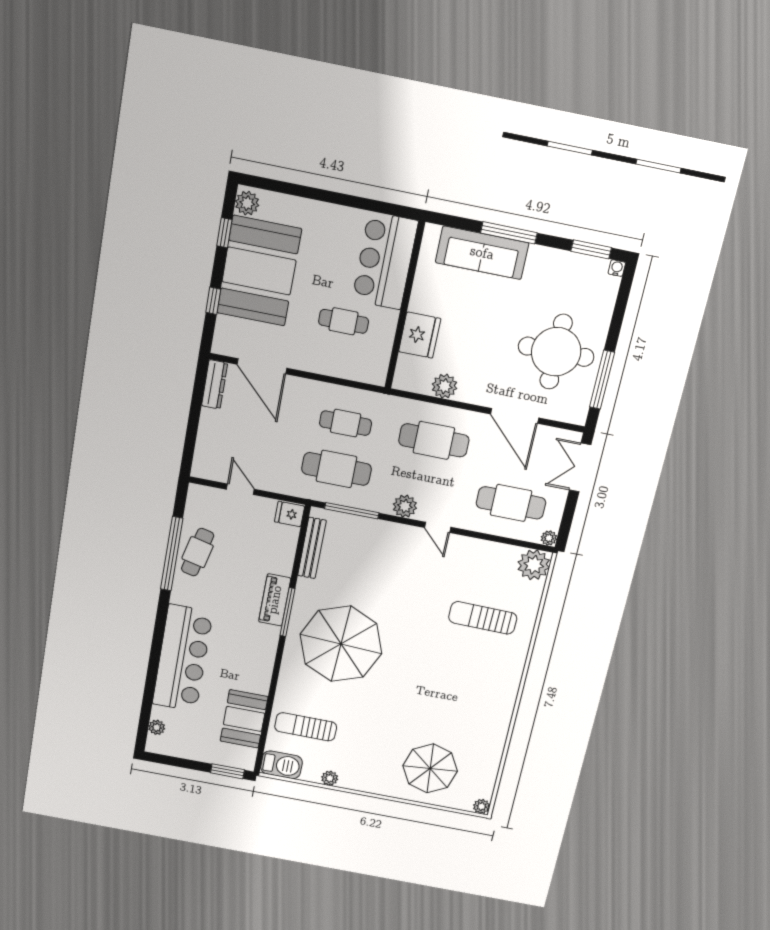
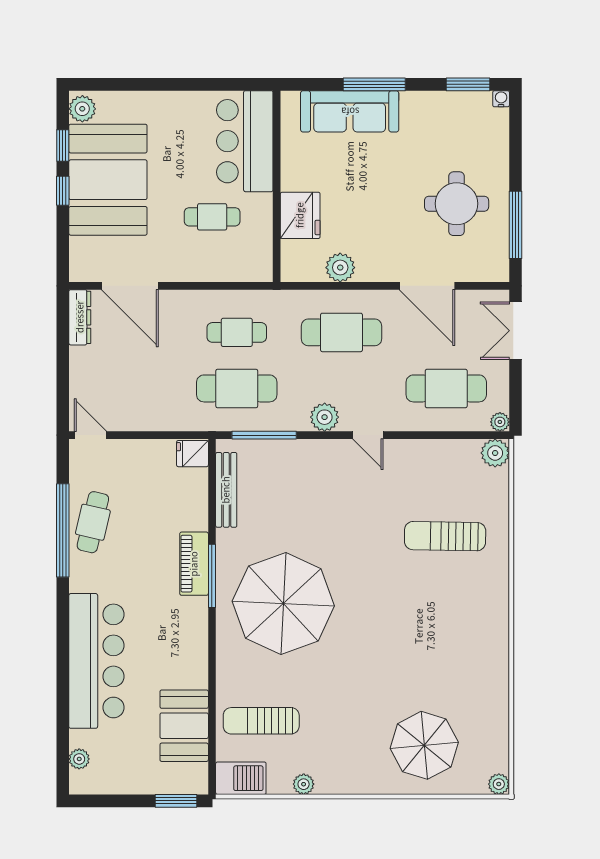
window: (213, 301) -> (63, 191), moved
round table: (556, 352) -> (457, 204), width x0.73, depth x0.73
door: (240, 489) -> (90, 435), moved
plant: (534, 565) -> (495, 453), width x0.73, depth x0.73

